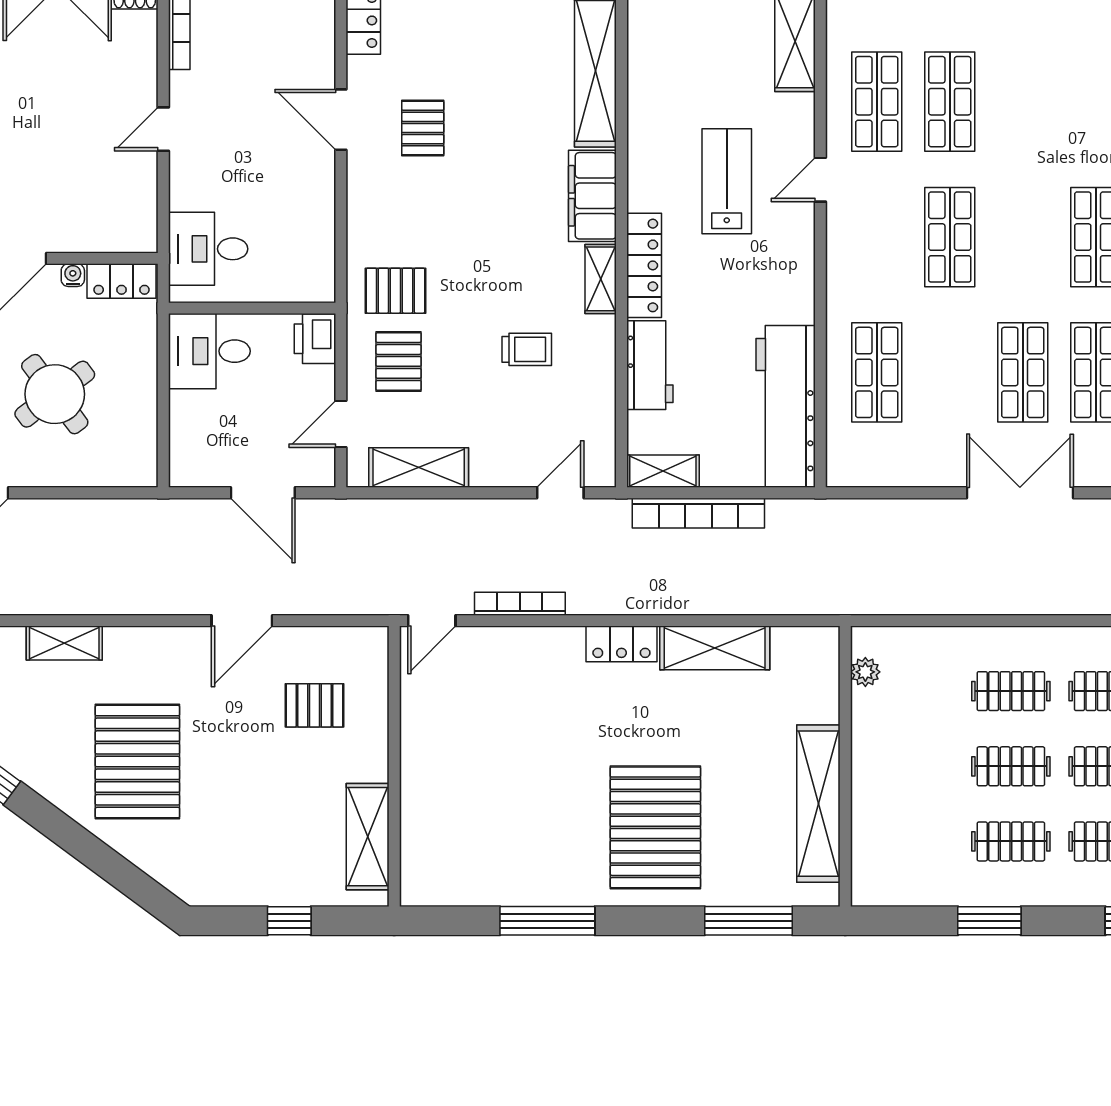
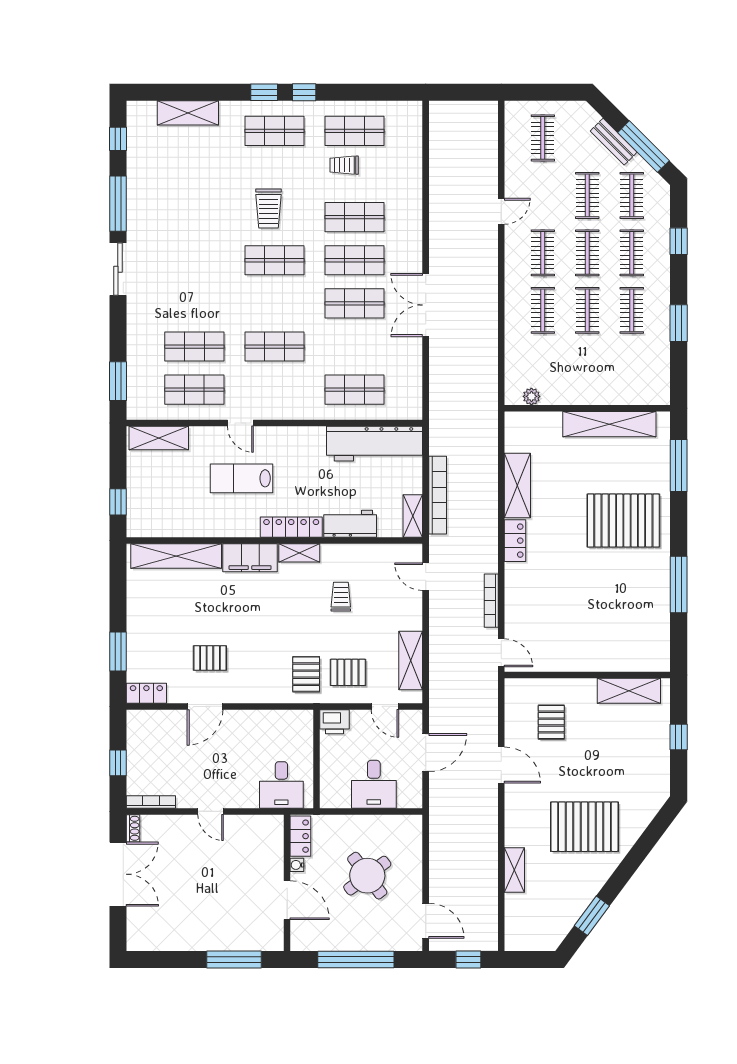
desk: (209, 351) -> (374, 784), moved

